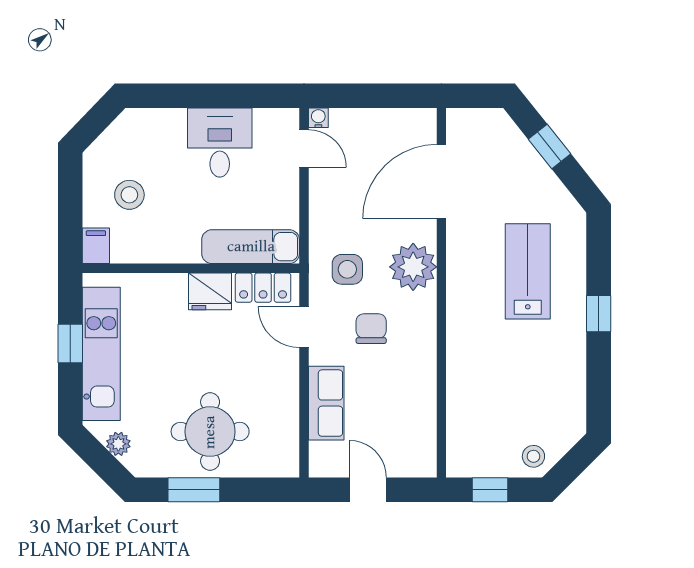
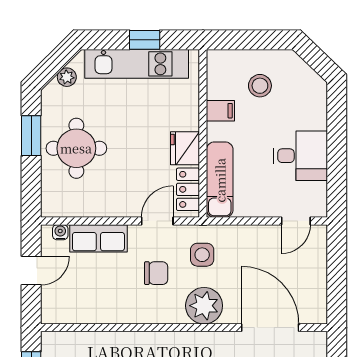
water cooler: (318, 118) -> (60, 232), moved, turned -90
filing cabinet: (96, 246) -> (220, 111), moved

